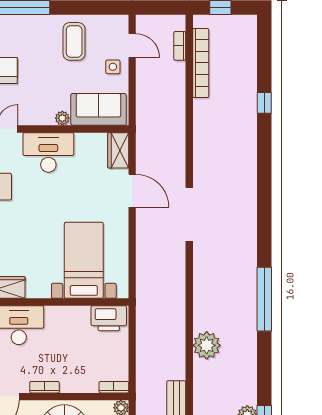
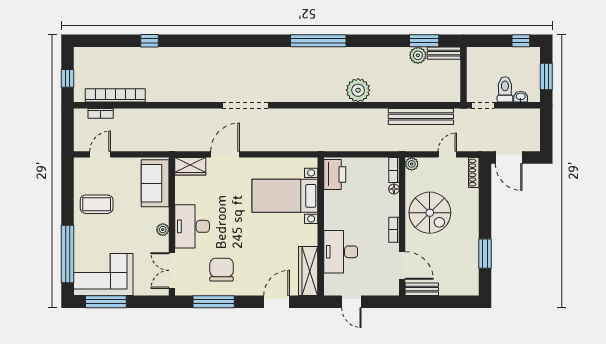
side table: (113, 67) -> (118, 171), removed
plant: (62, 118) -> (163, 230), moved
floor lamp: (92, 387) -> (394, 189), added

